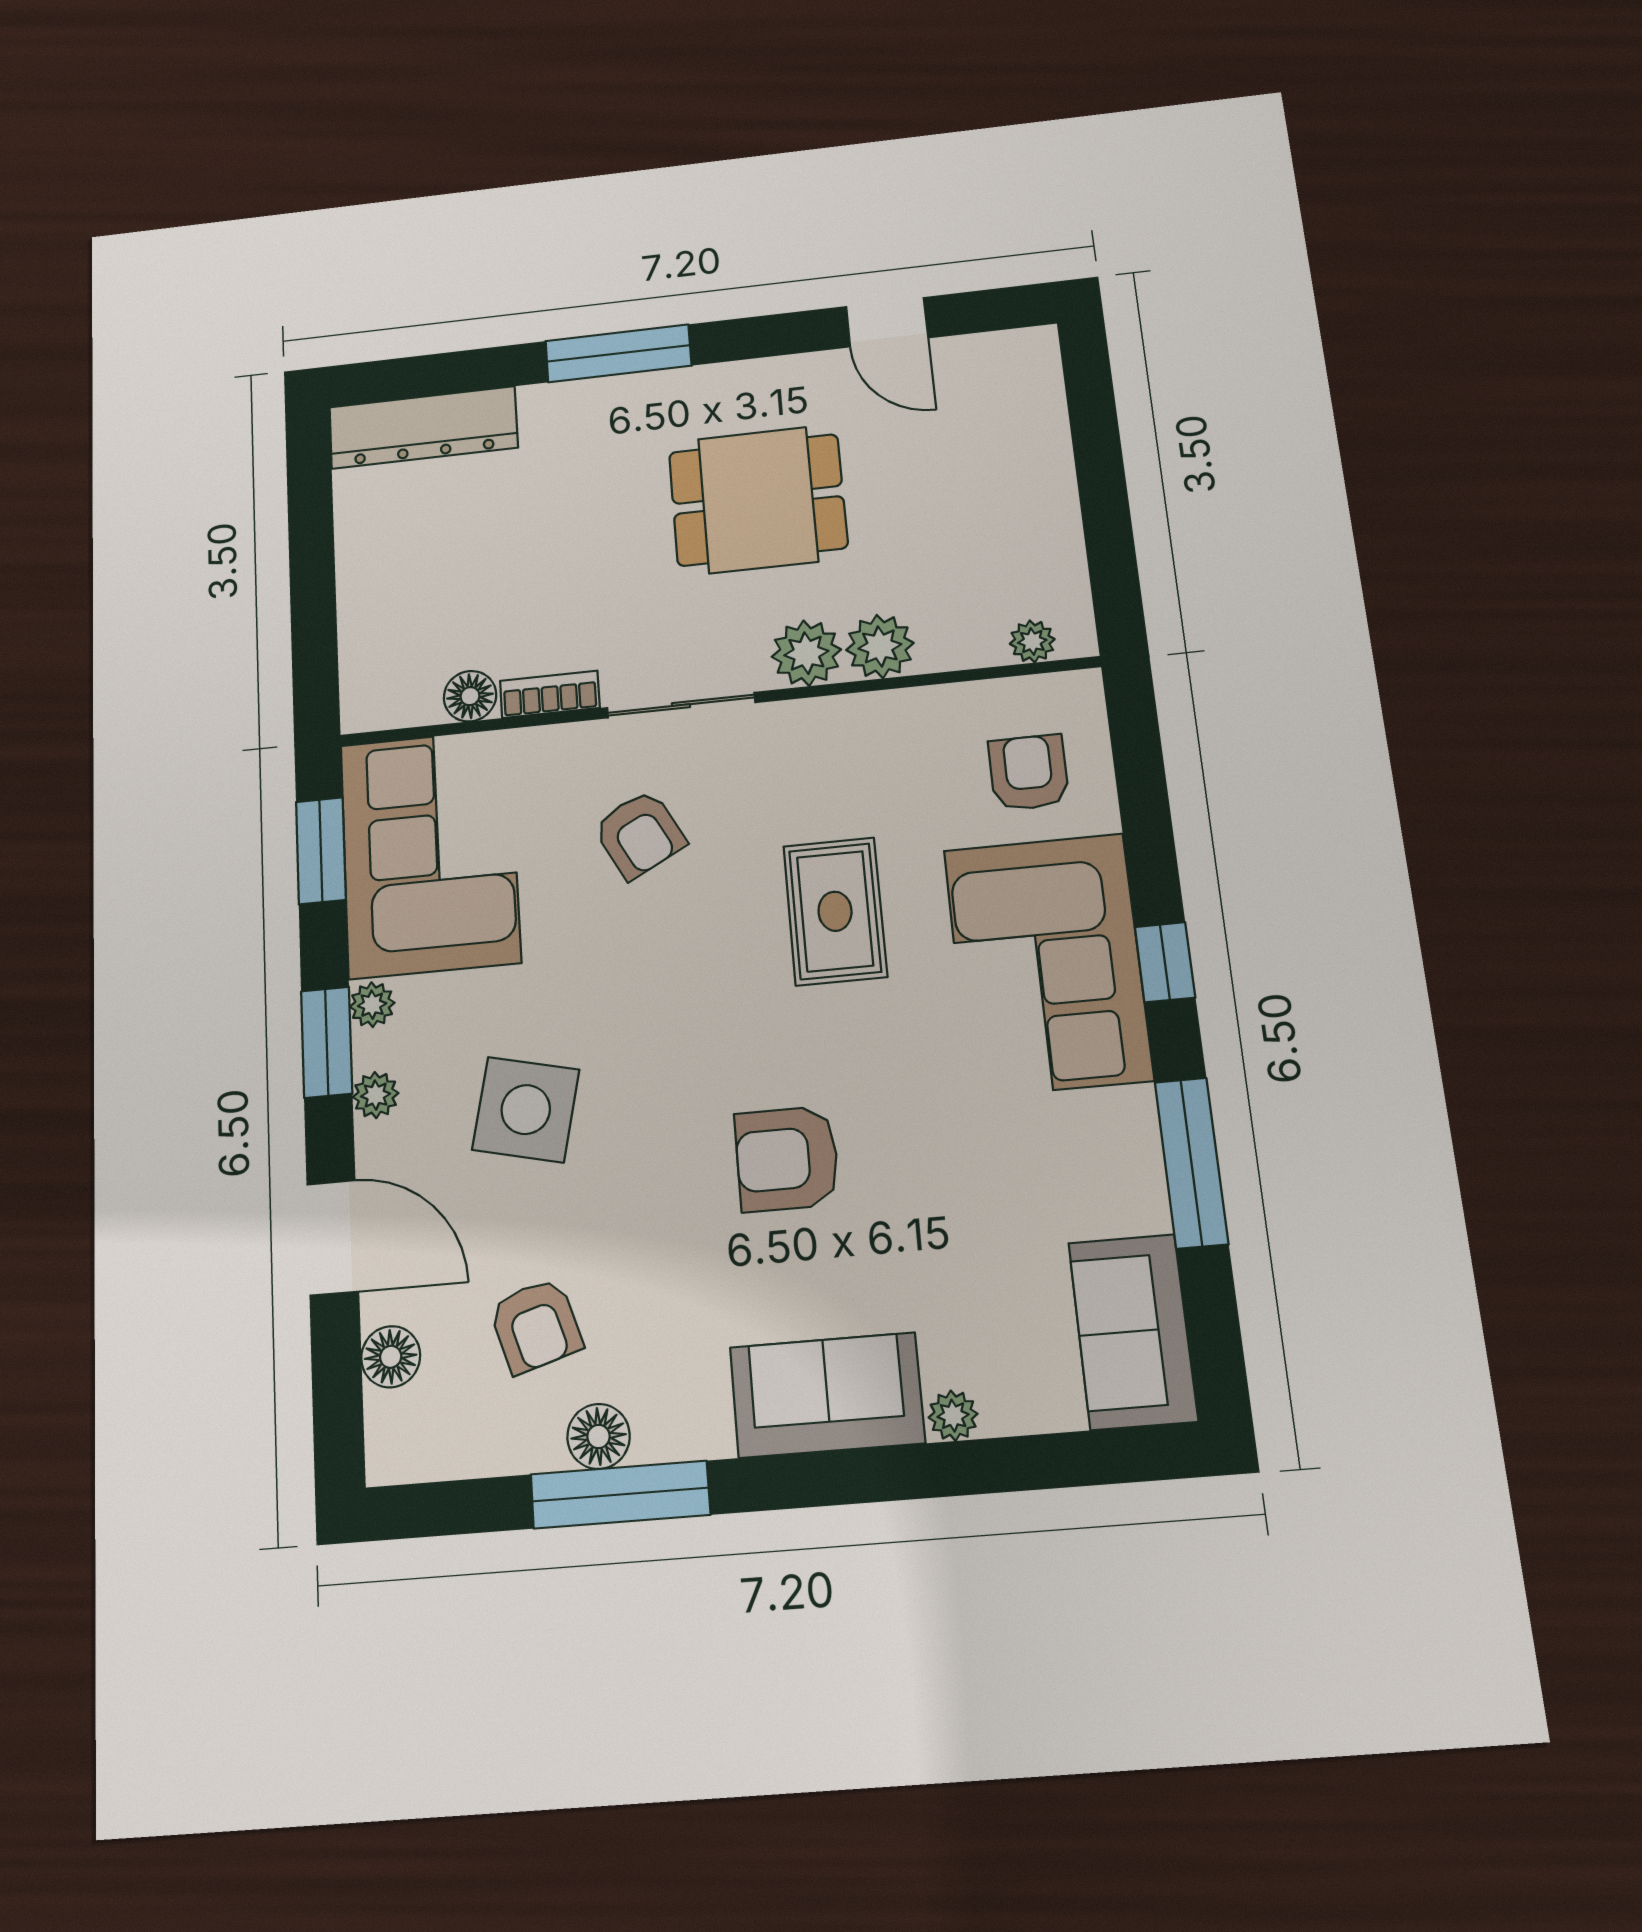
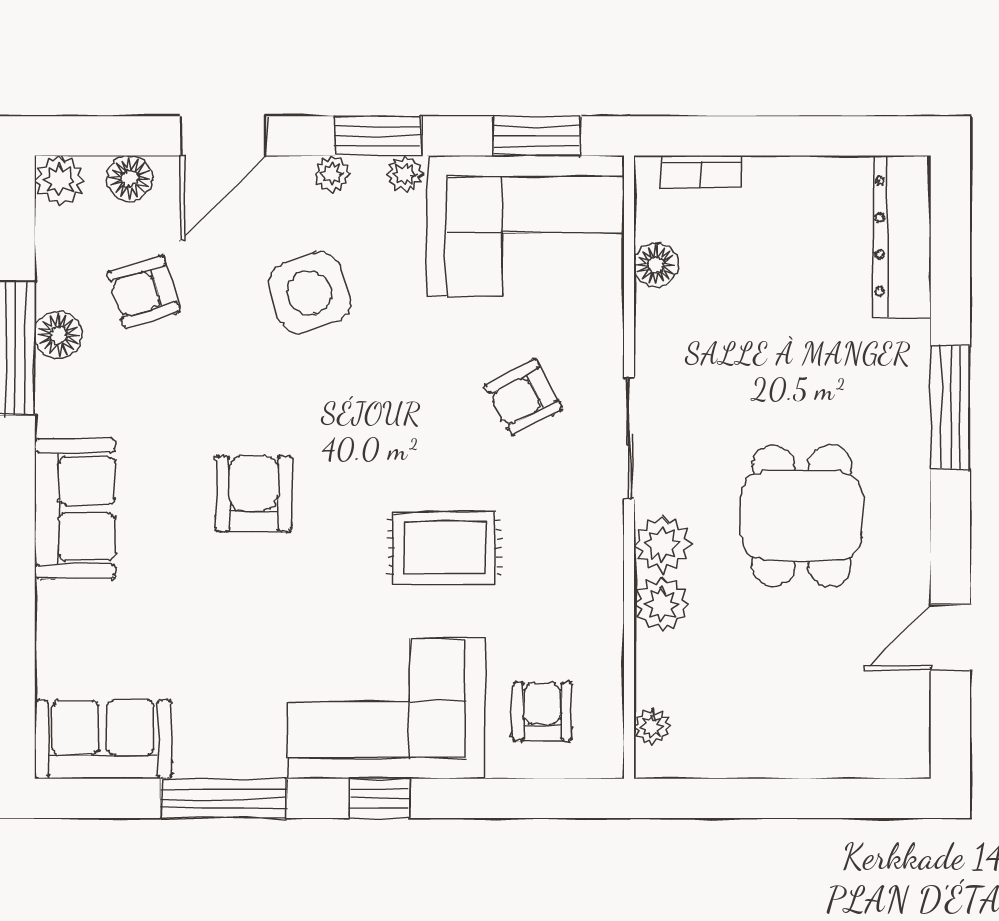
bookcase: (550, 694) -> (701, 172), moved, turned 90
armchair: (1029, 773) -> (542, 711), turned -90
side table: (526, 1110) -> (310, 293), turned -30
plant: (953, 1416) -> (60, 180), moved, width x1.38, depth x1.38

